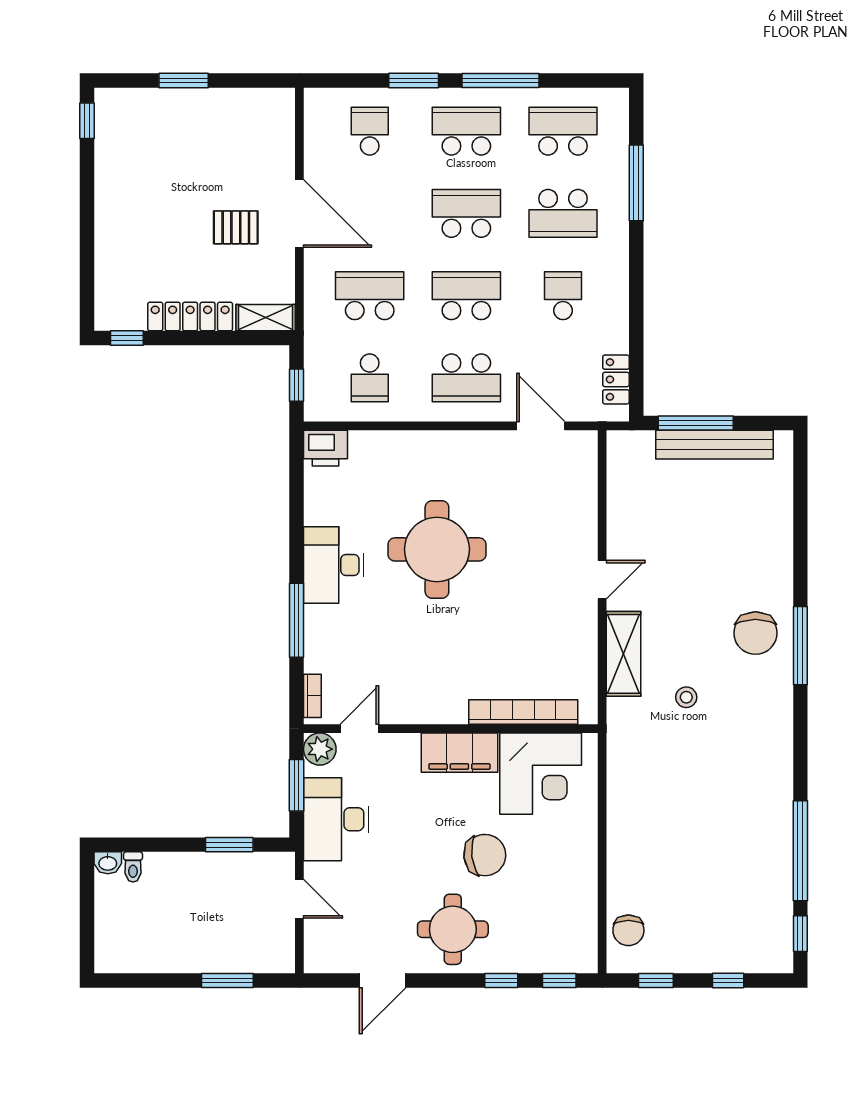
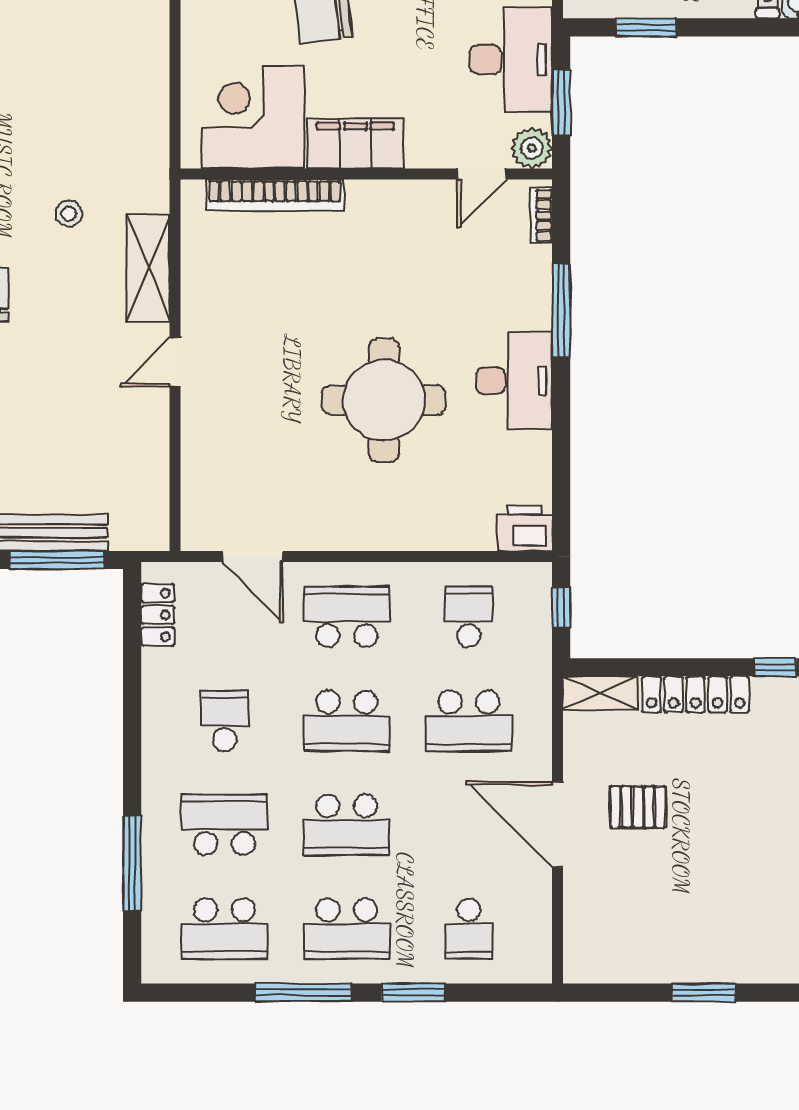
school desk: (563, 296) -> (225, 721), turned 180

